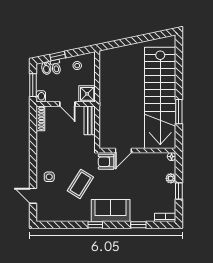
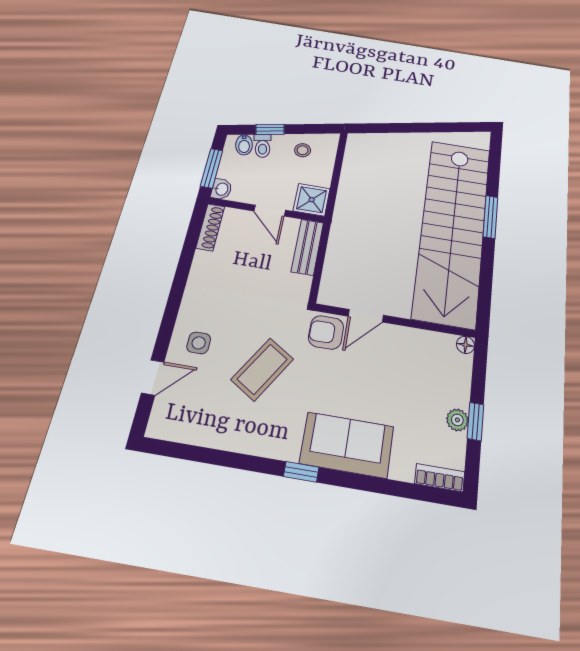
window: (179, 112) -> (490, 217), moved
plant: (171, 178) -> (457, 420), moved
door: (33, 196) -> (153, 377), swing flipped
sofa: (111, 210) -> (347, 445), moved
window: (95, 225) -> (301, 472), moved
window: (138, 225) -> (376, 485), removed

